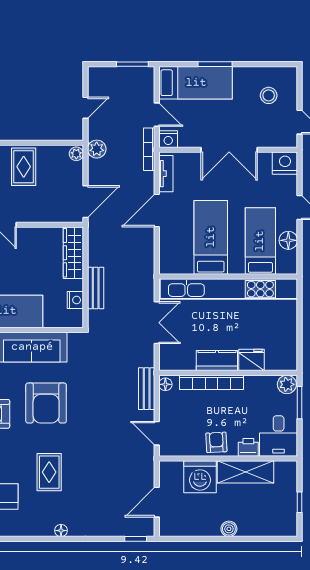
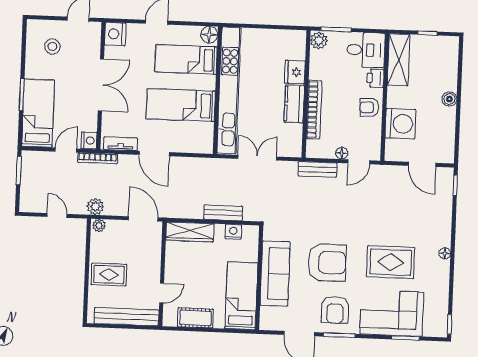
floor lamp: (288, 240) -> (209, 35), moved
floor lamp: (165, 384) -> (342, 153), moved
rug: (49, 472) -> (391, 262), width x1.36, depth x1.43
shelving: (246, 472) -> (399, 60), moved

